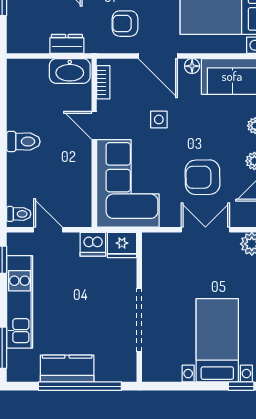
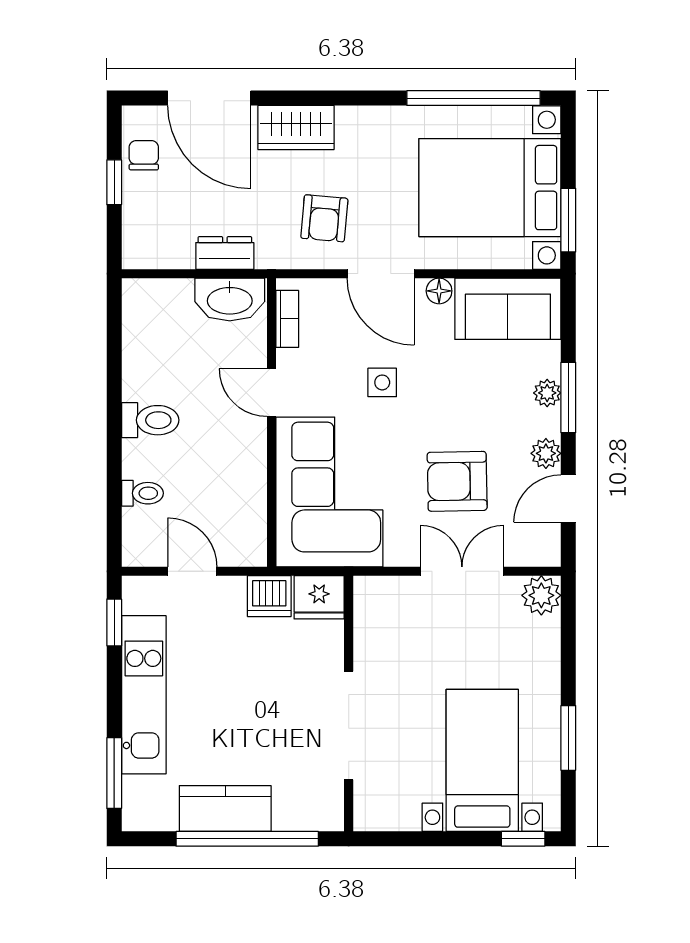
armchair: (125, 24) -> (324, 218), turned -85
toilet: (19, 214) -> (142, 493), moved

